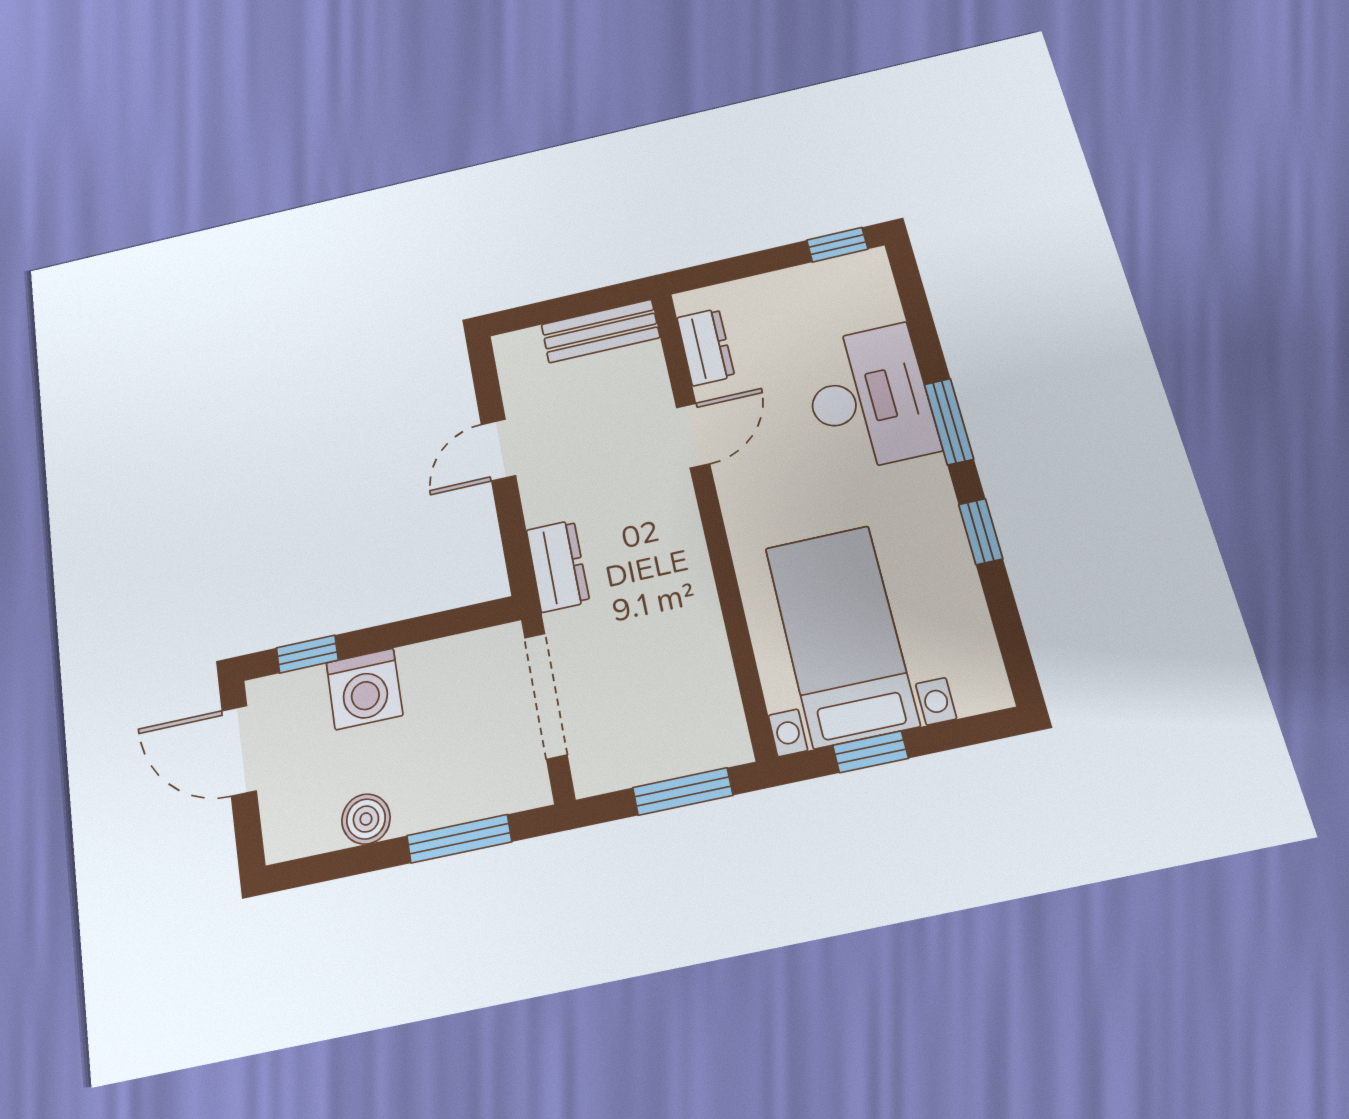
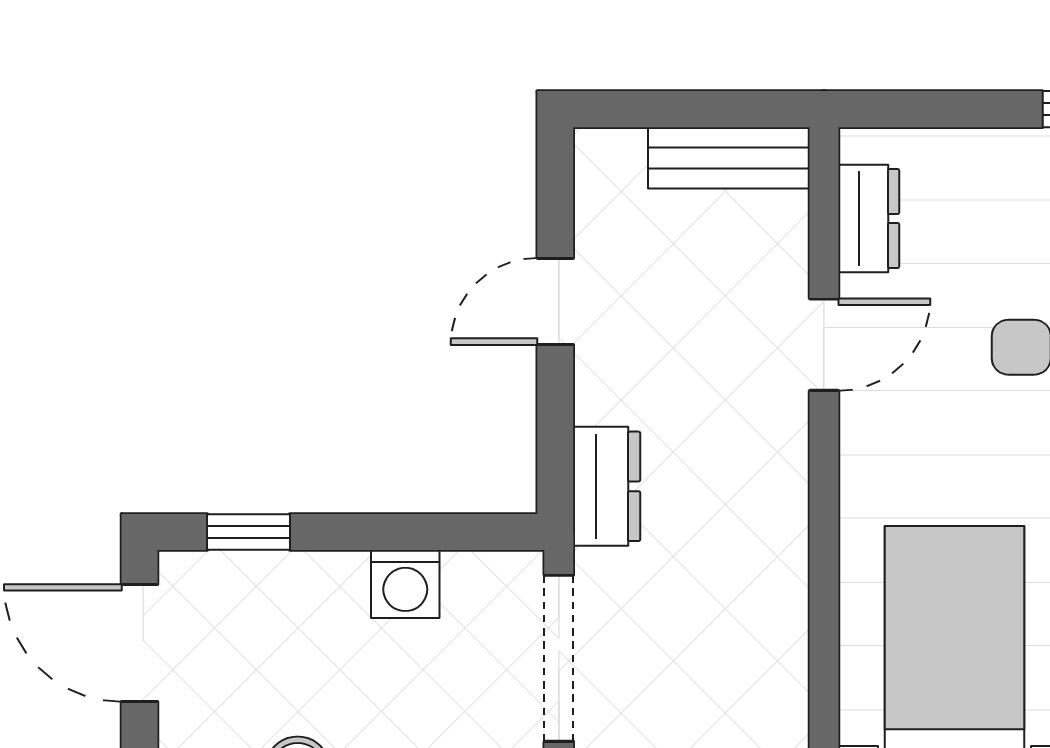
washing machine: (364, 689) -> (405, 584), moved, width x0.73, depth x0.73

